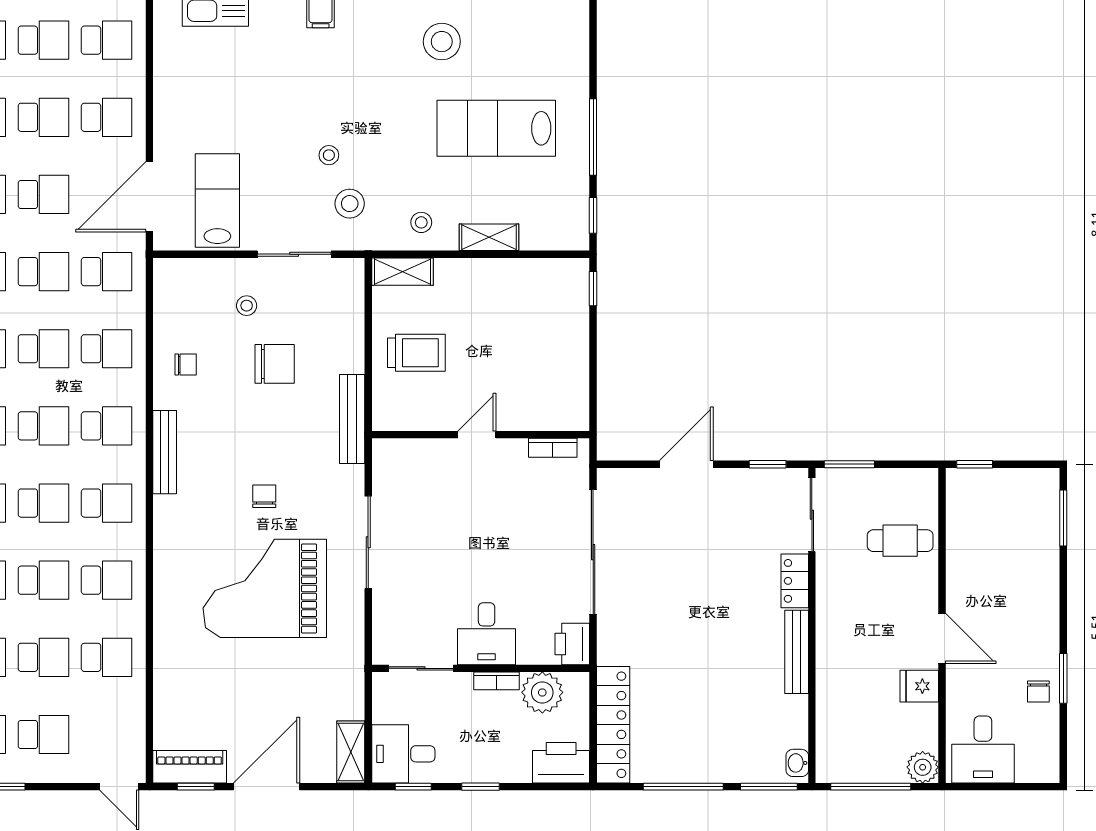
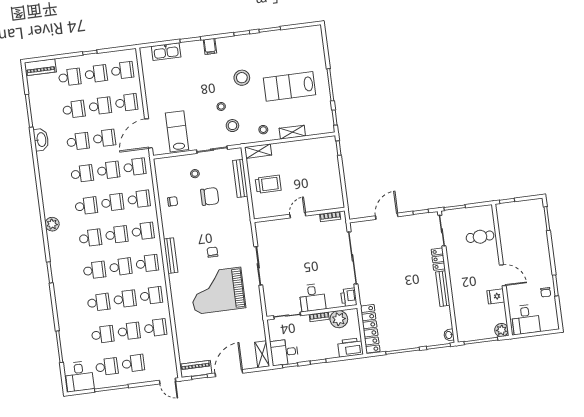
stool: (442, 42) -> (242, 78), moved
bench: (352, 419) -> (240, 178), moved
bench: (165, 452) -> (171, 256), moved

